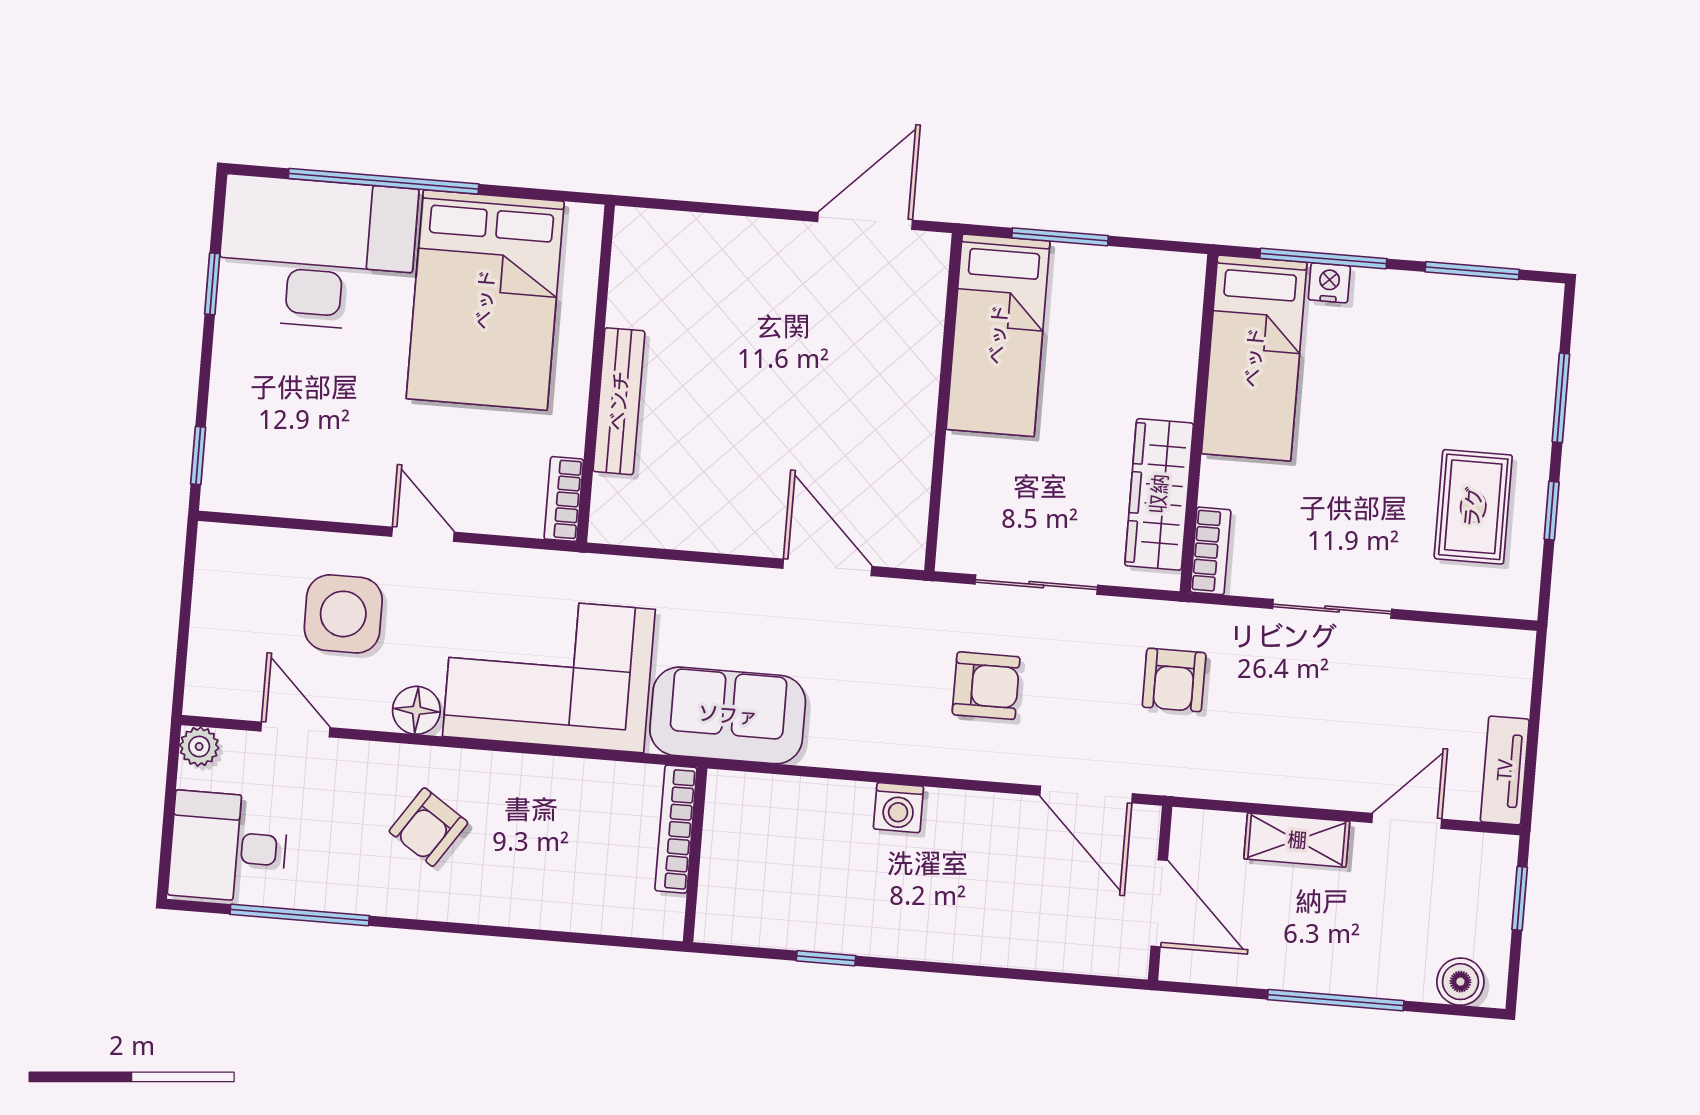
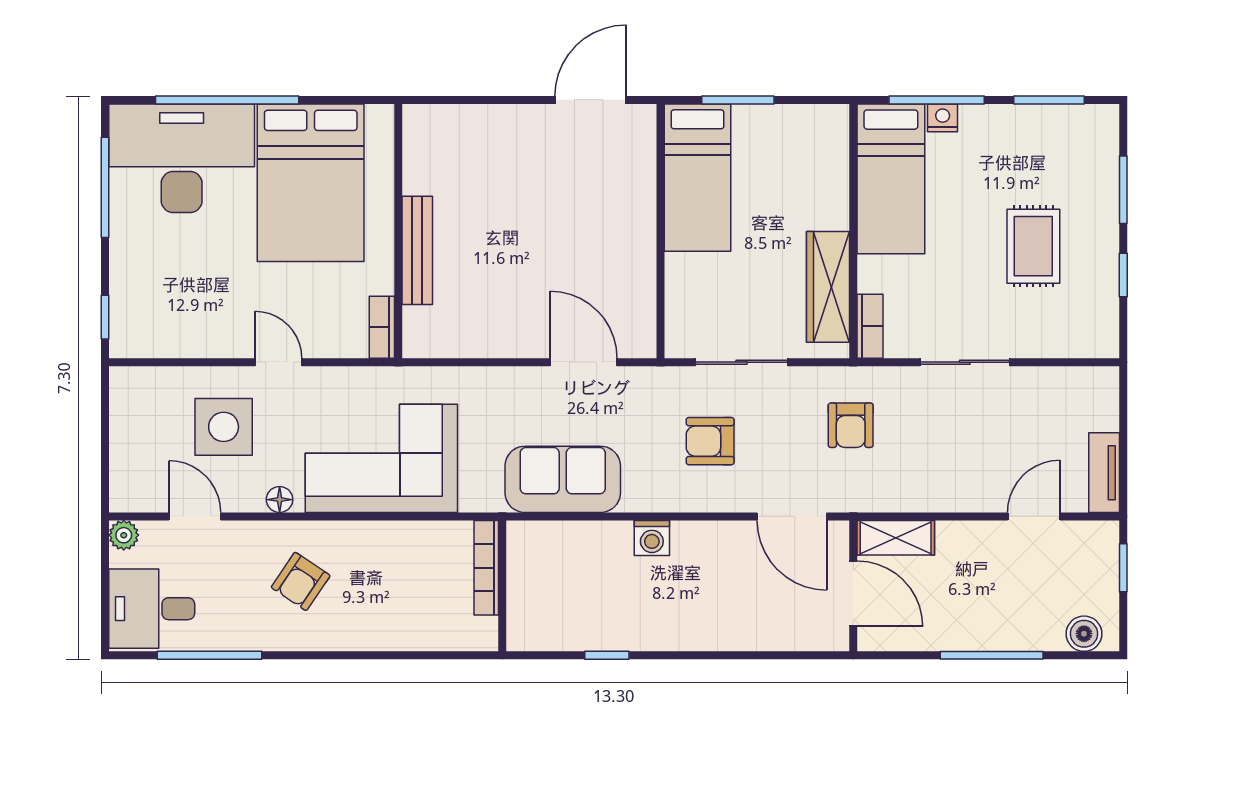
window: (212, 284) -> (105, 187), width x2.17
rug: (1473, 507) -> (1033, 246), moved
armchair: (986, 686) -> (710, 441), turned 180
floor lamp: (416, 710) -> (280, 500), width x0.73, depth x0.73
sofa: (728, 715) -> (563, 479), moved
shelving: (1297, 840) -> (896, 538), moved

